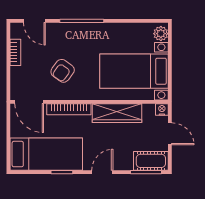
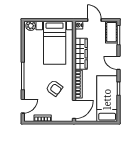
door: (170, 134) -> (94, 20), hinge flipped

